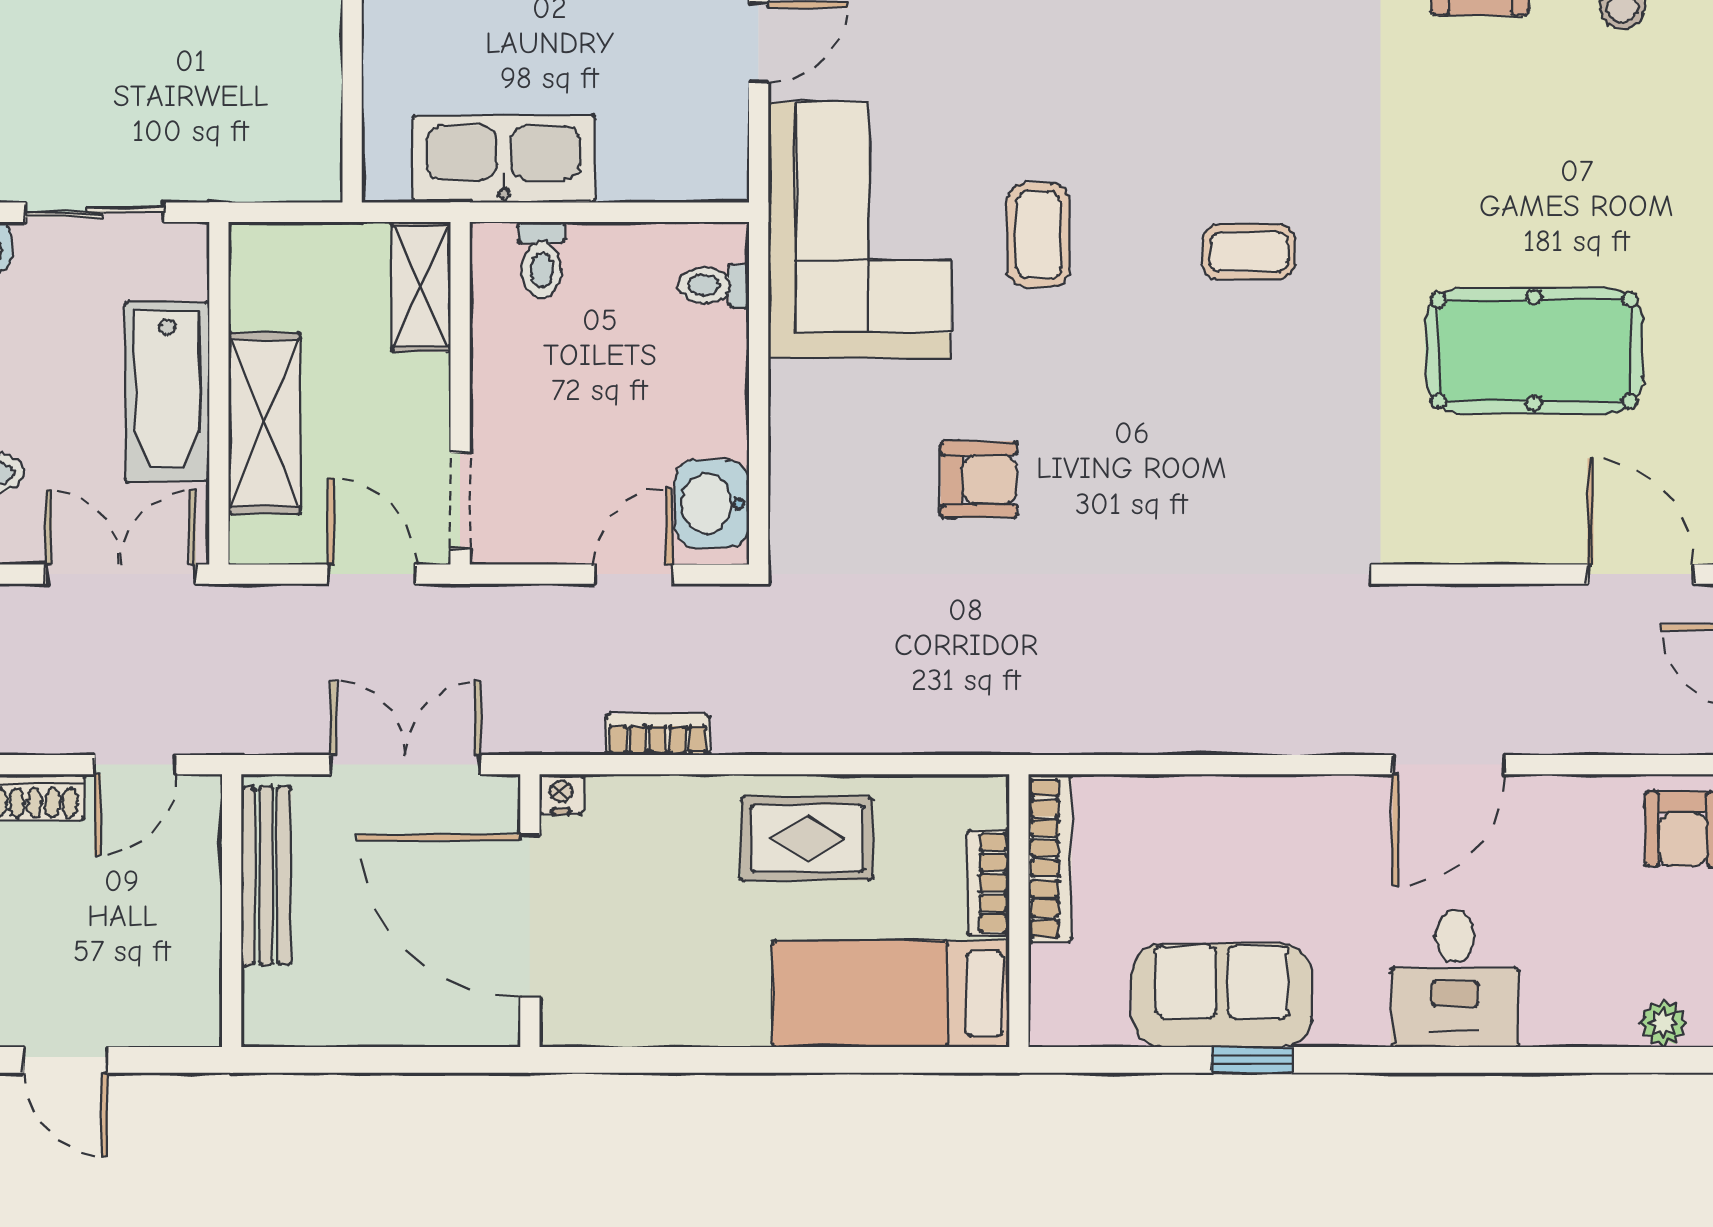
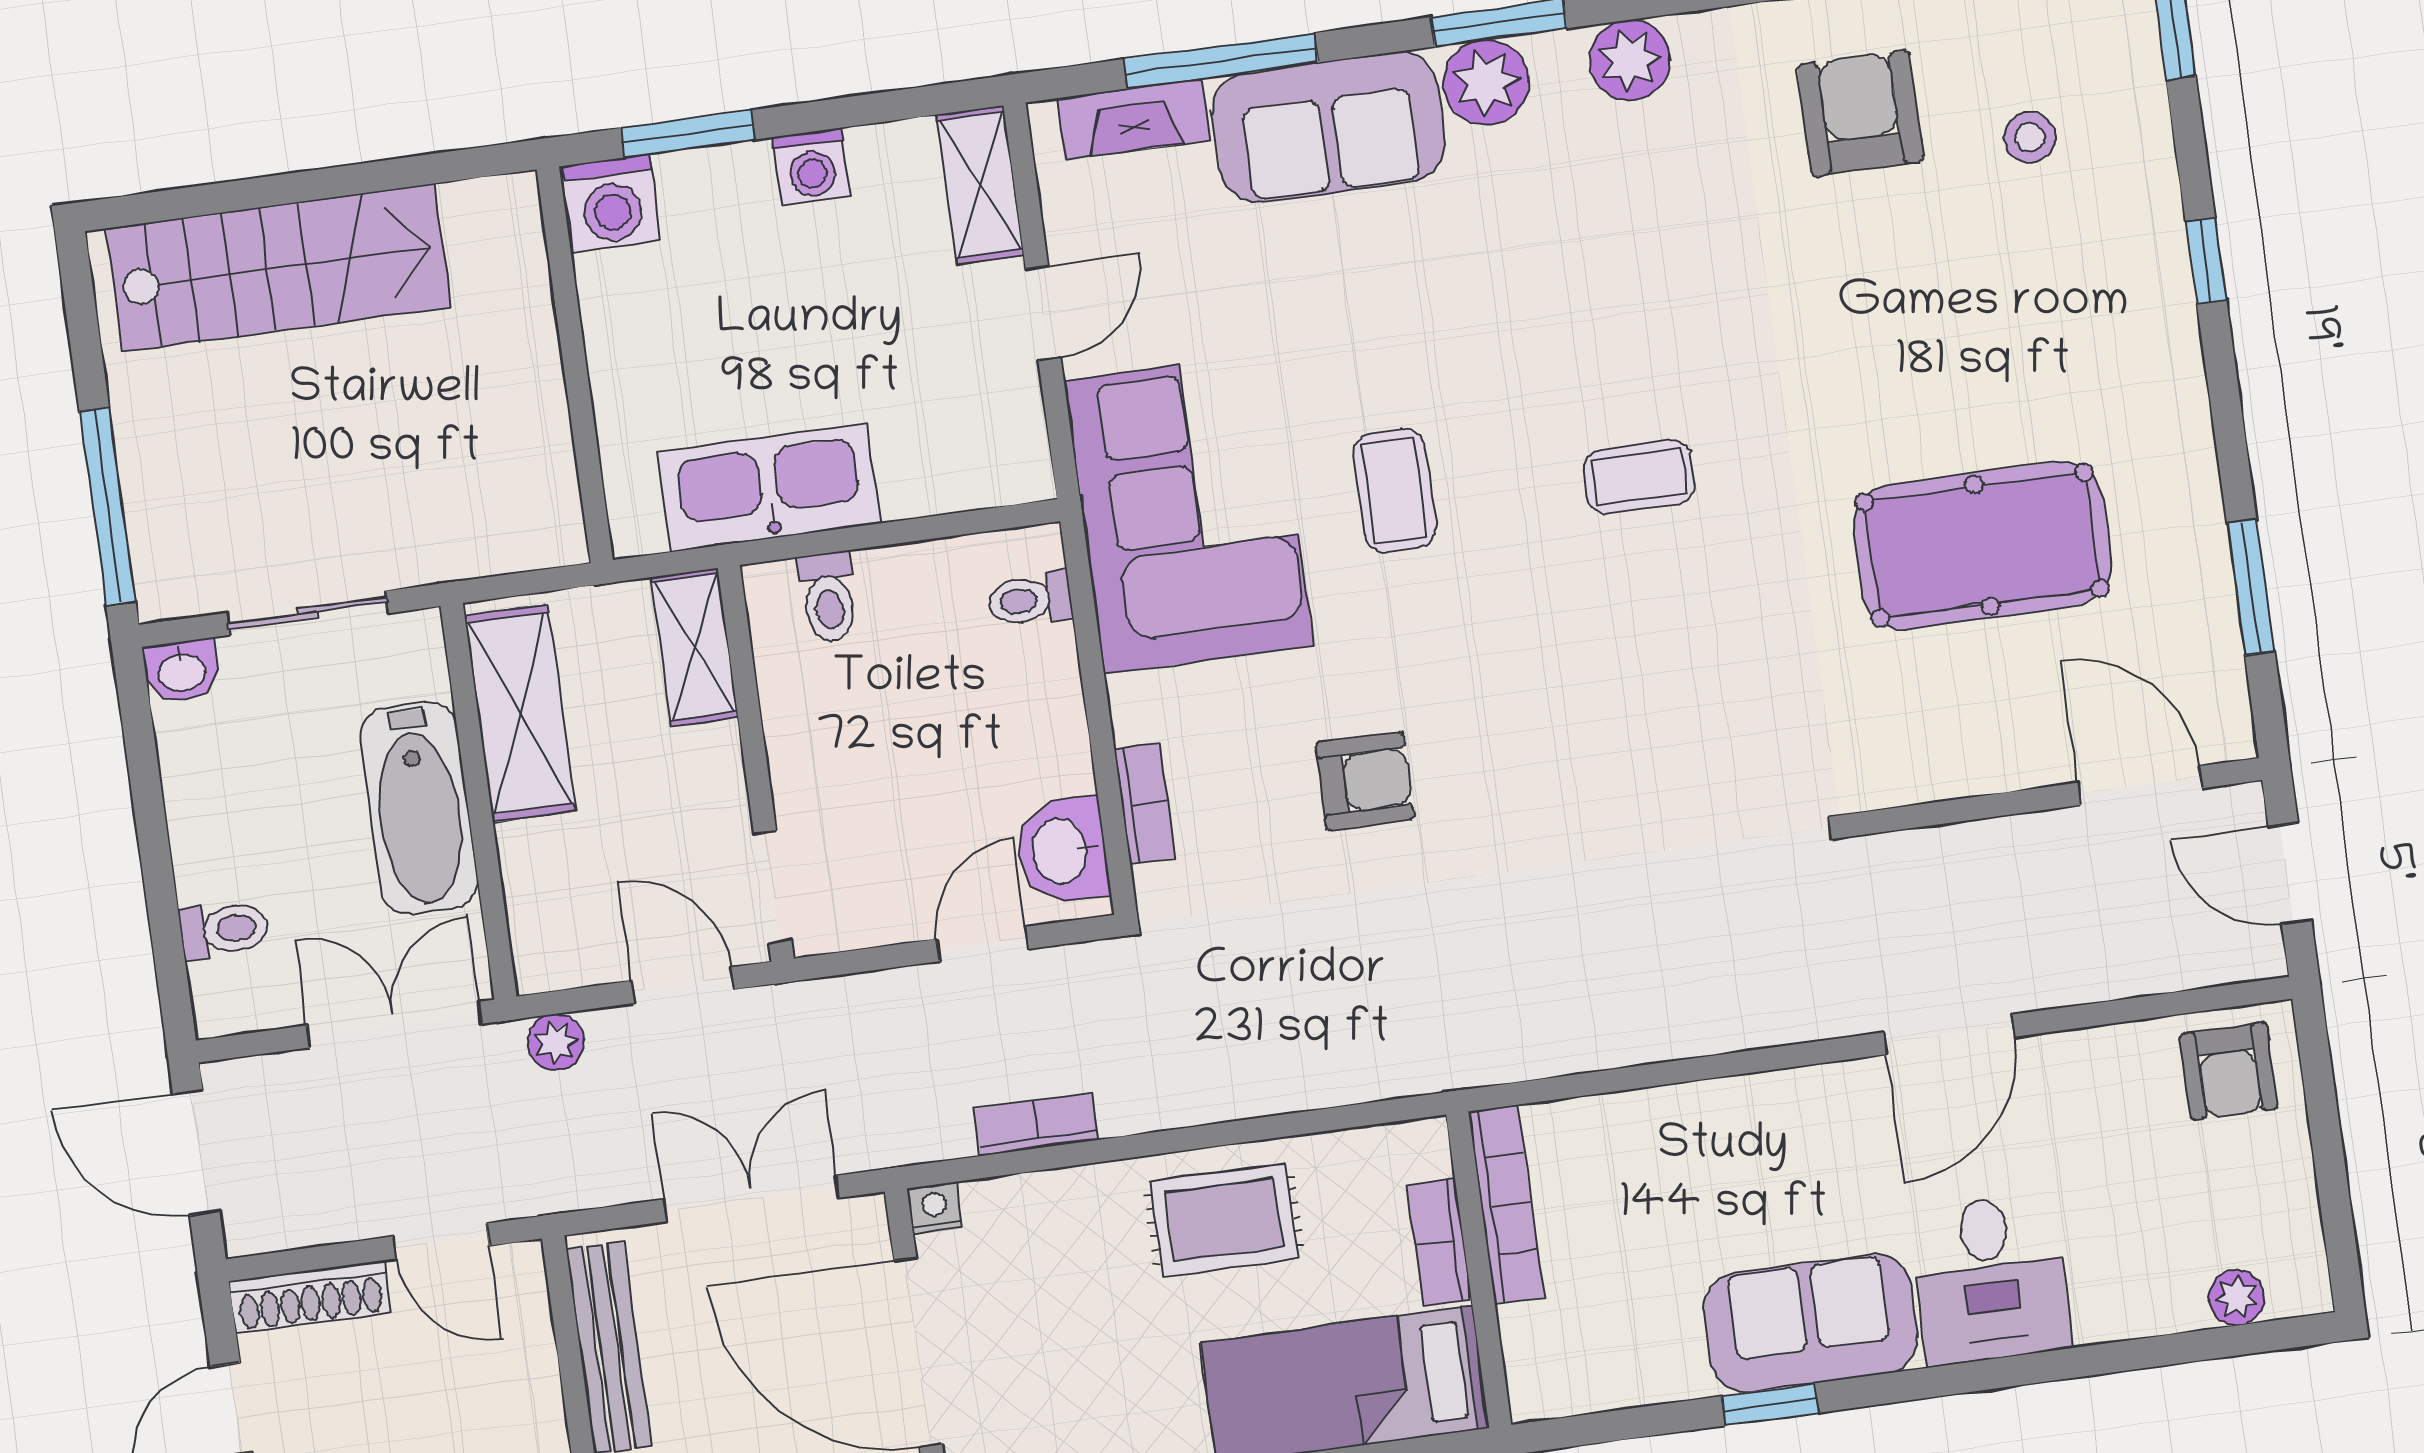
shelving: (264, 423) -> (520, 713), moved
bookcase: (788, 473) -> (1145, 803), added
plant: (257, 608) -> (556, 1042), added
door: (135, 765) -> (441, 1241), hinge flipped
sofa: (1222, 995) -> (1811, 1323), moved

